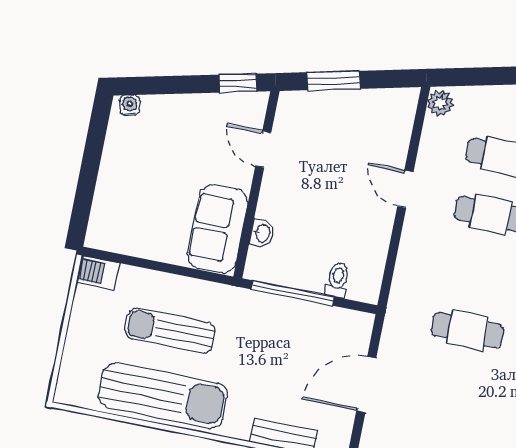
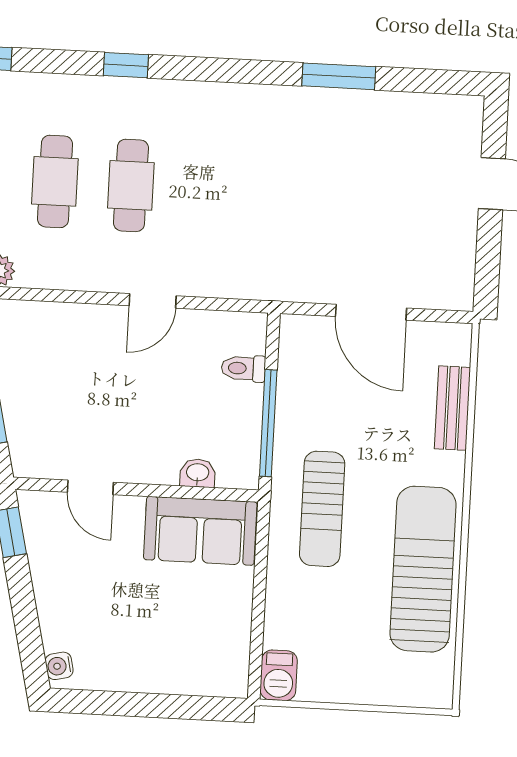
door: (263, 149) -> (90, 487), hinge flipped
door: (405, 189) -> (153, 301), moved
sun lounger: (170, 330) -> (322, 509), moved
cafe table: (467, 330) -> (283, 193), removed

